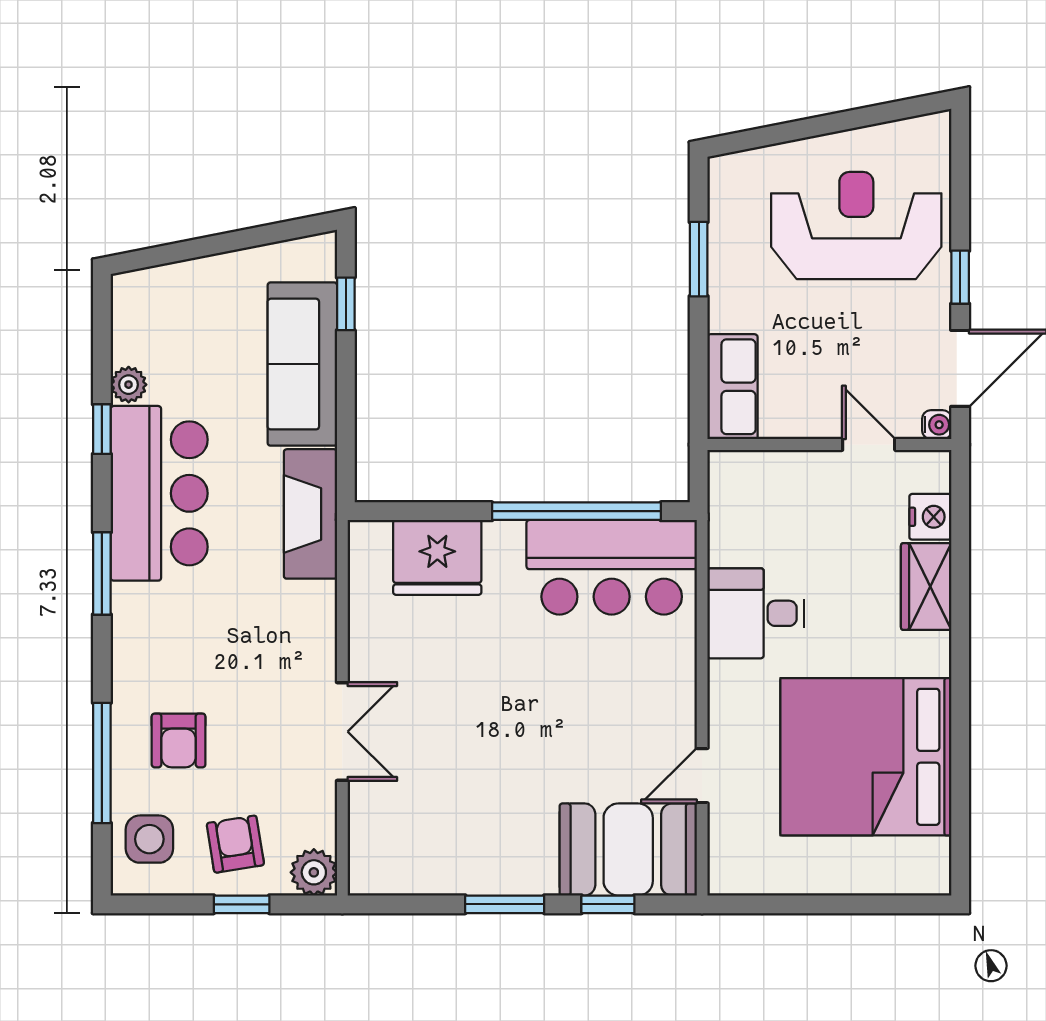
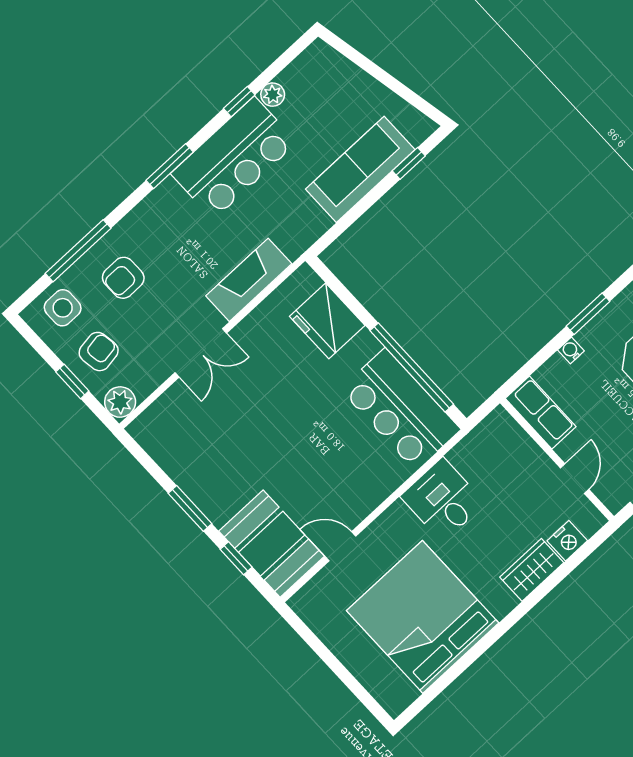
row of seats: (732, 387) -> (541, 413), moved, turned -90
water cooler: (937, 425) -> (571, 350), moved, turned 180
fireplace: (310, 514) -> (249, 280), moved

